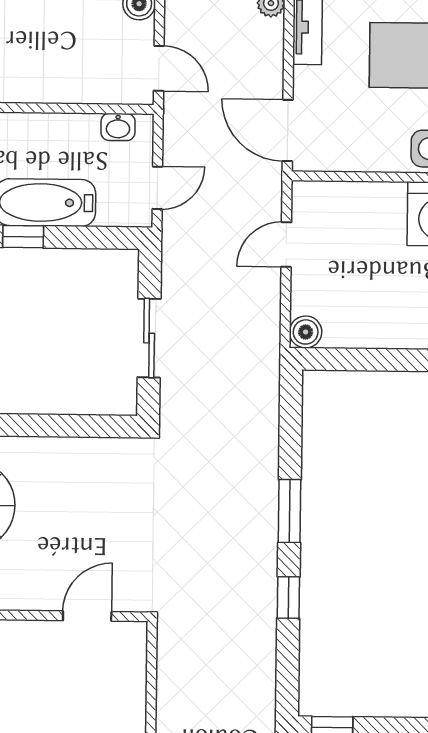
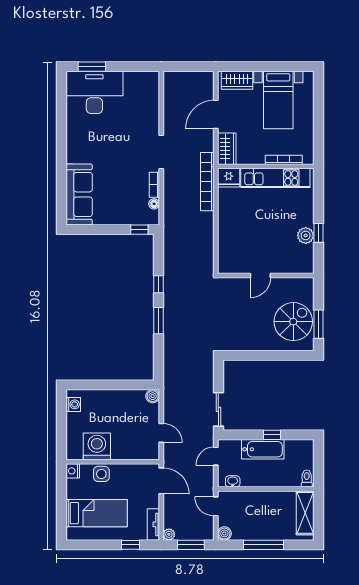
door: (286, 245) -> (161, 433), hinge flipped
sliding door: (149, 338) -> (218, 409), moved
door: (87, 616) -> (260, 275), moved

